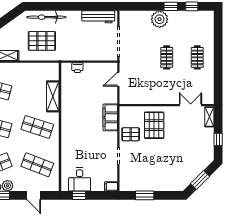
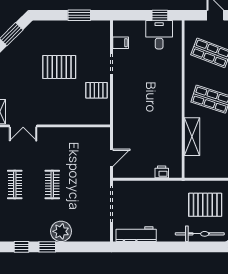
filing cabinet: (110, 117) -> (121, 111), removed
pallet: (154, 125) -> (59, 67), moved, turned 90
filing cabinet: (111, 186) -> (121, 43), moved

